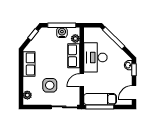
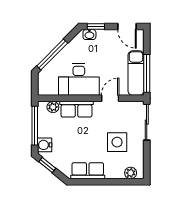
water cooler: (62, 32) -> (45, 145), moved
door: (82, 80) -> (110, 98), swing flipped

